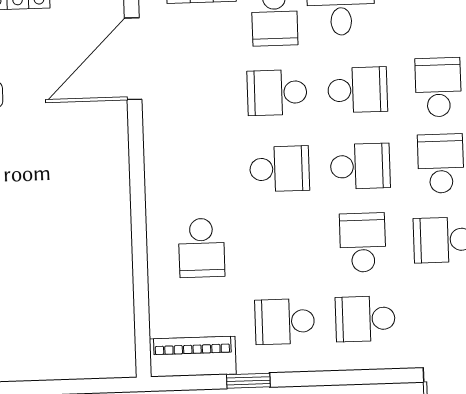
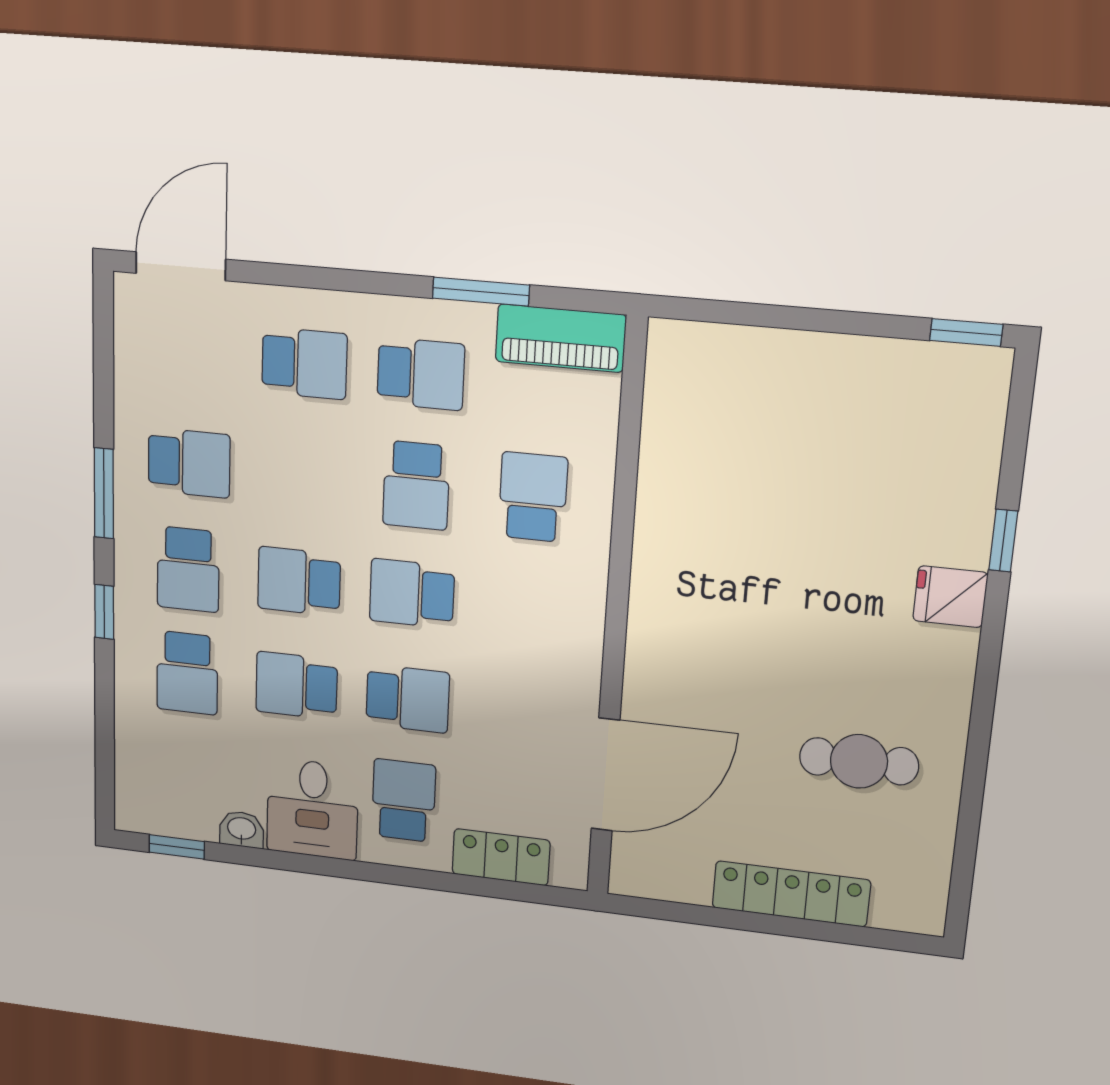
school desk: (363, 243) -> (416, 485), moved
window: (248, 381) -> (481, 292), width x1.50

